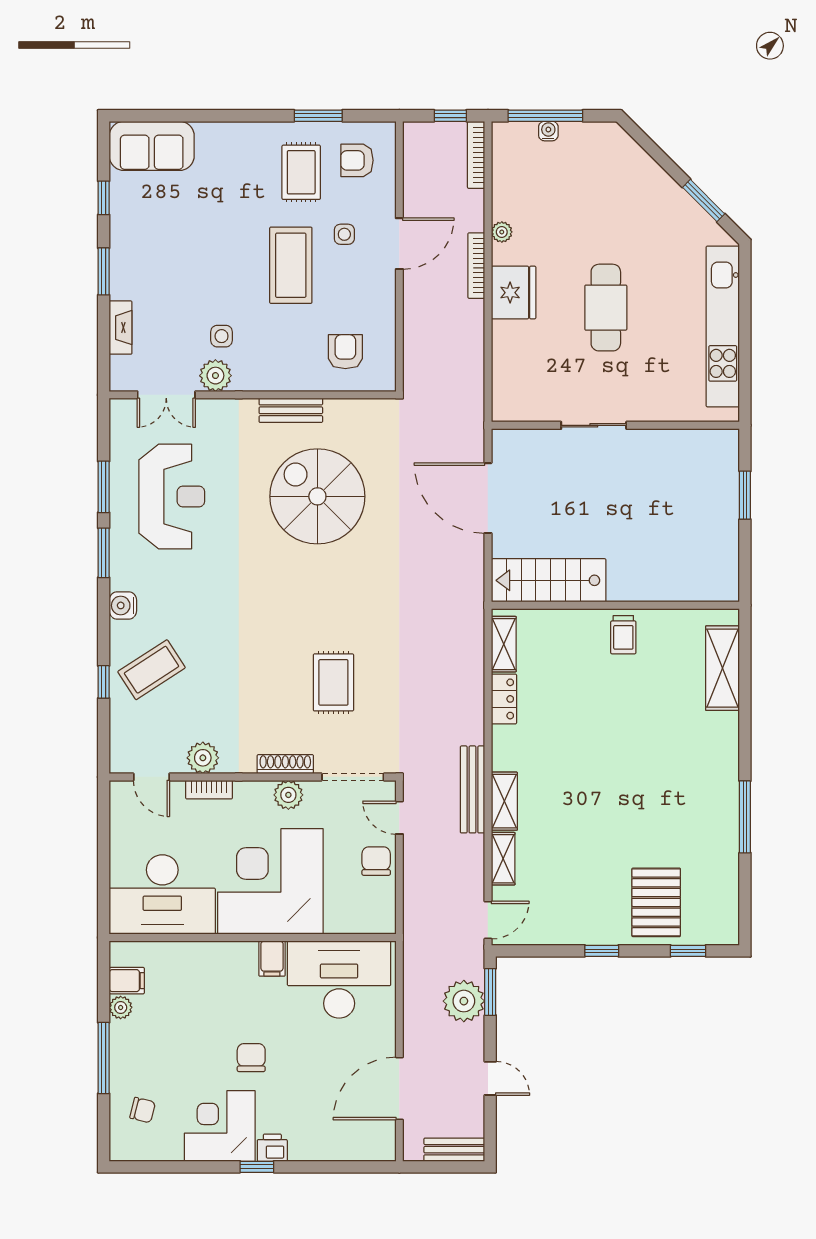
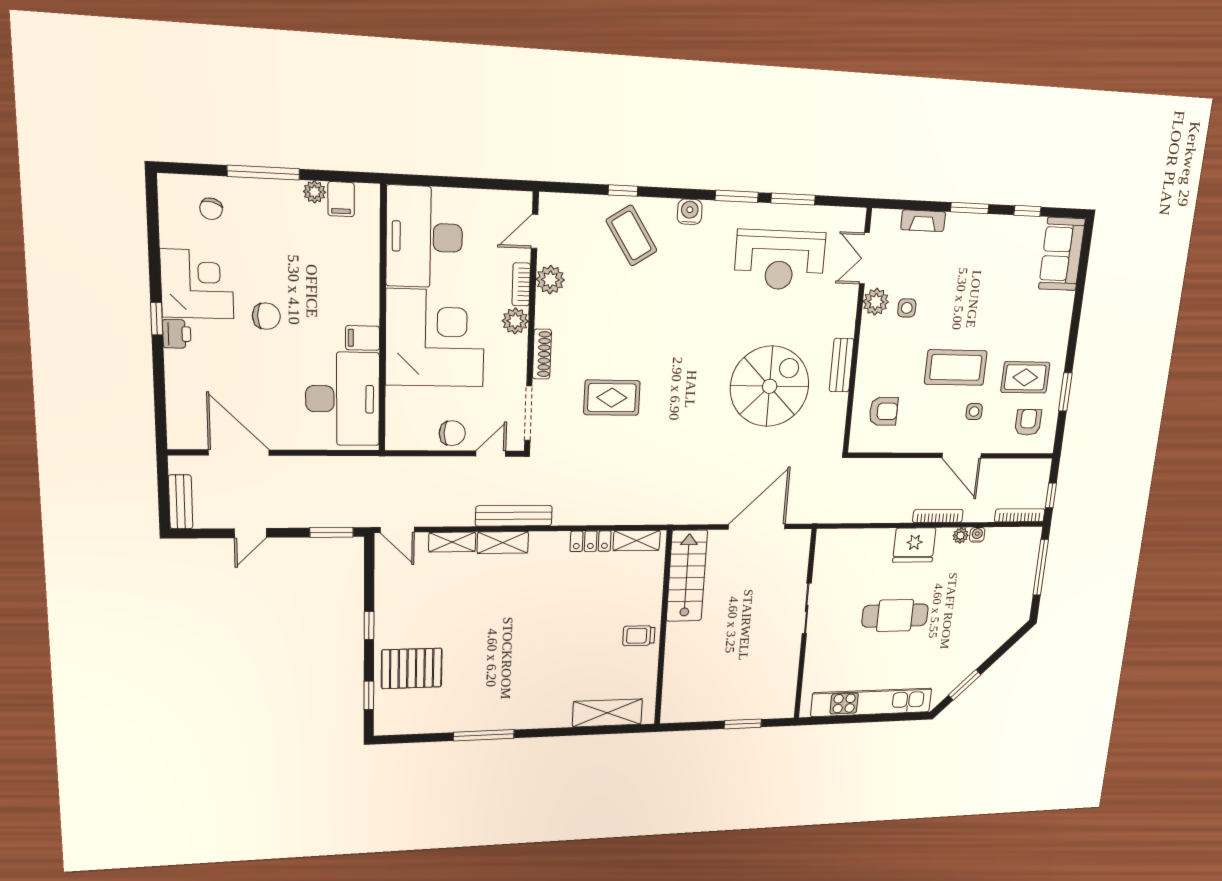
water cooler: (548, 131) -> (977, 535), moved, turned -90
plant: (288, 795) -> (515, 321), moved
plant: (464, 1001) -> (323, 510), removed

